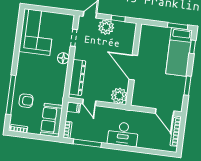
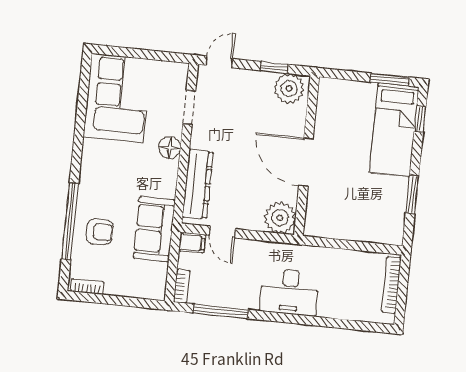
plant: (106, 27) -> (289, 89), moved
door: (165, 112) -> (369, 247), removed
sofa: (52, 120) -> (154, 229), moved

